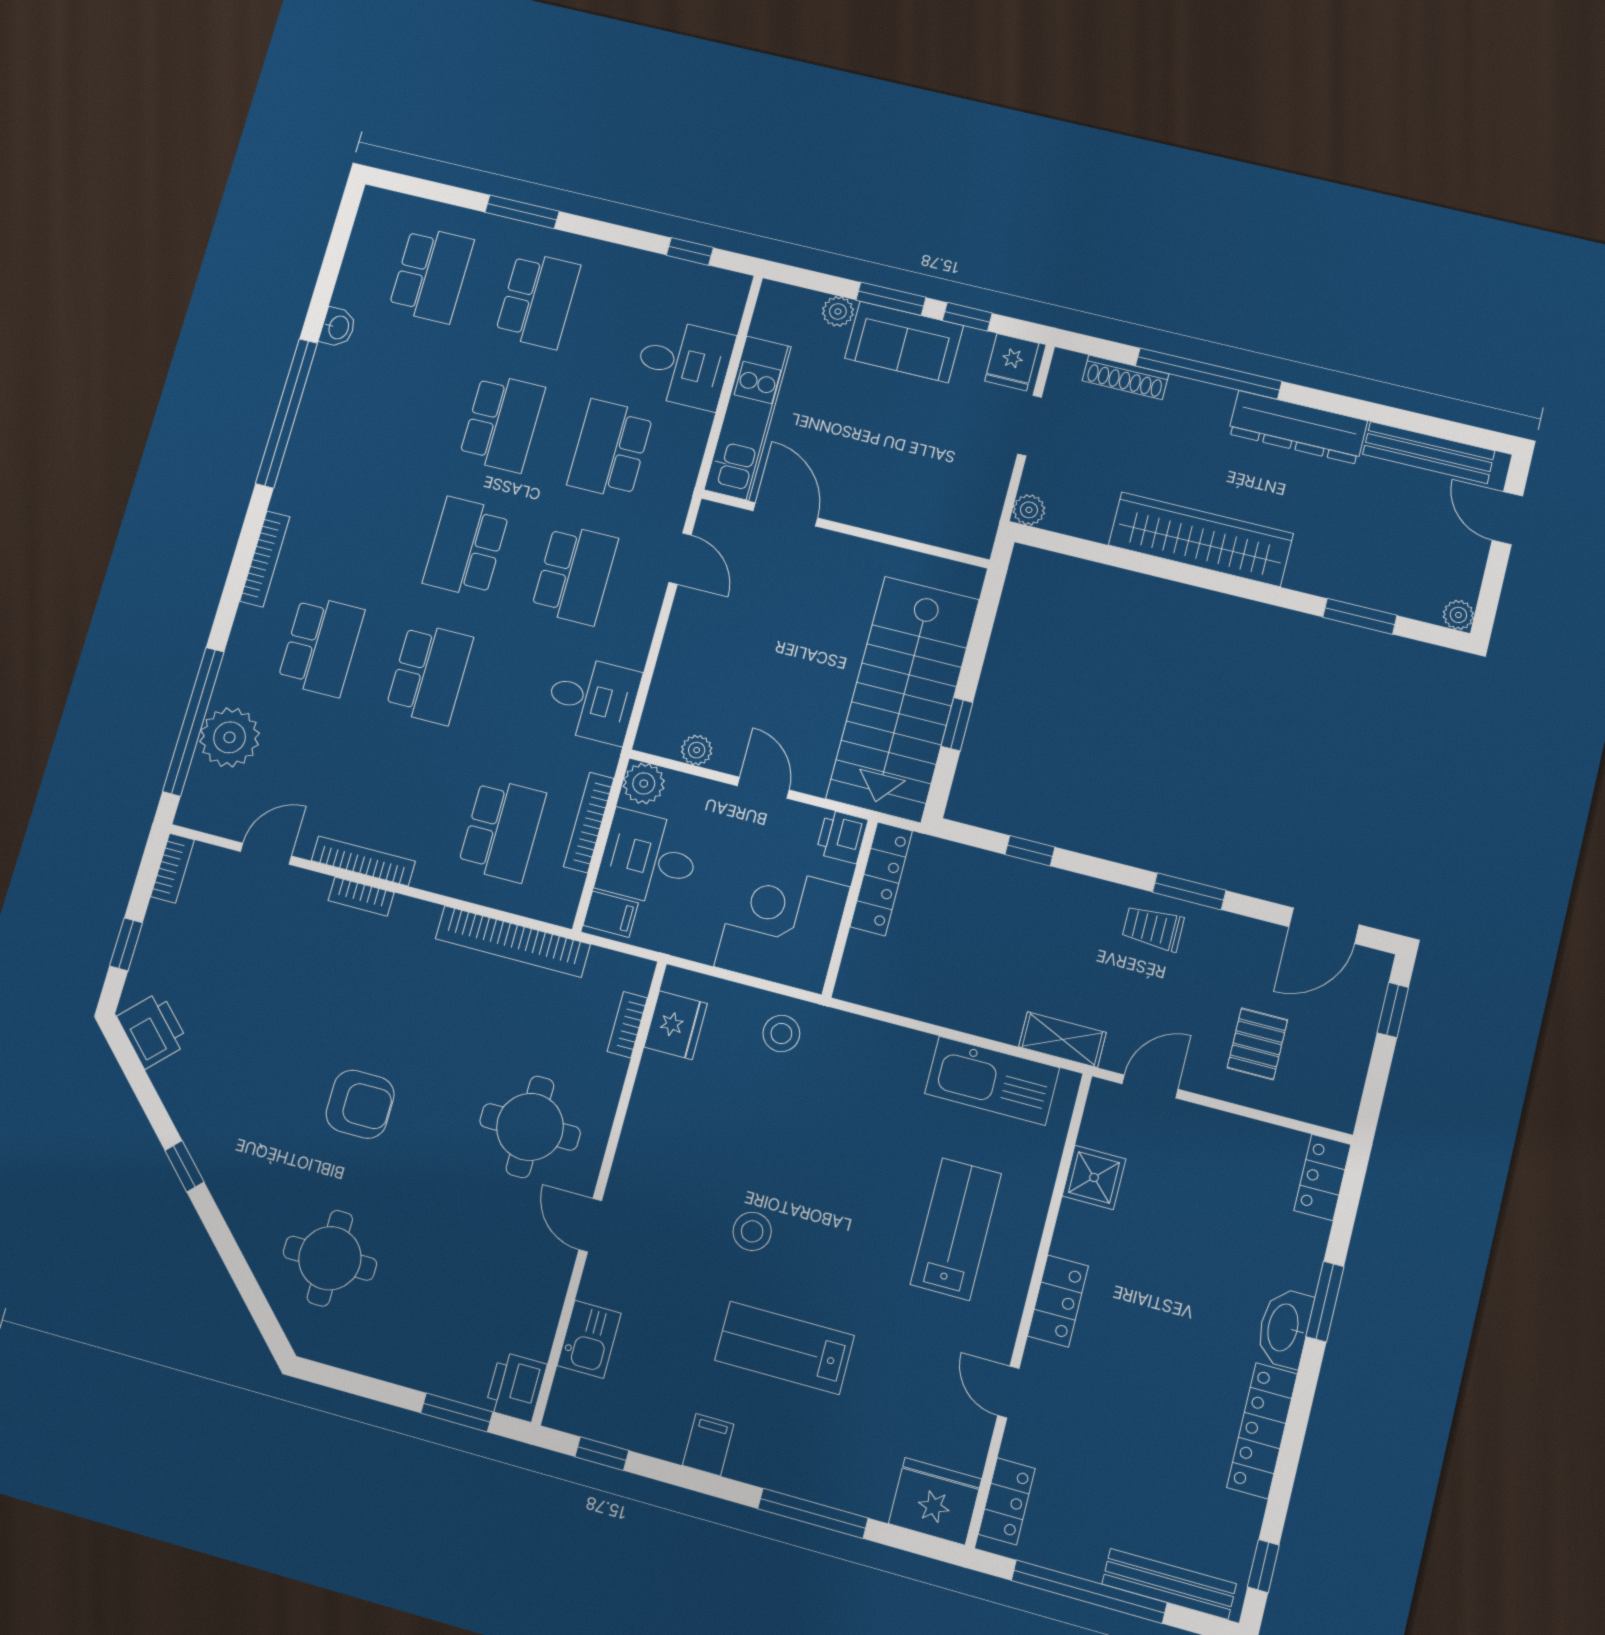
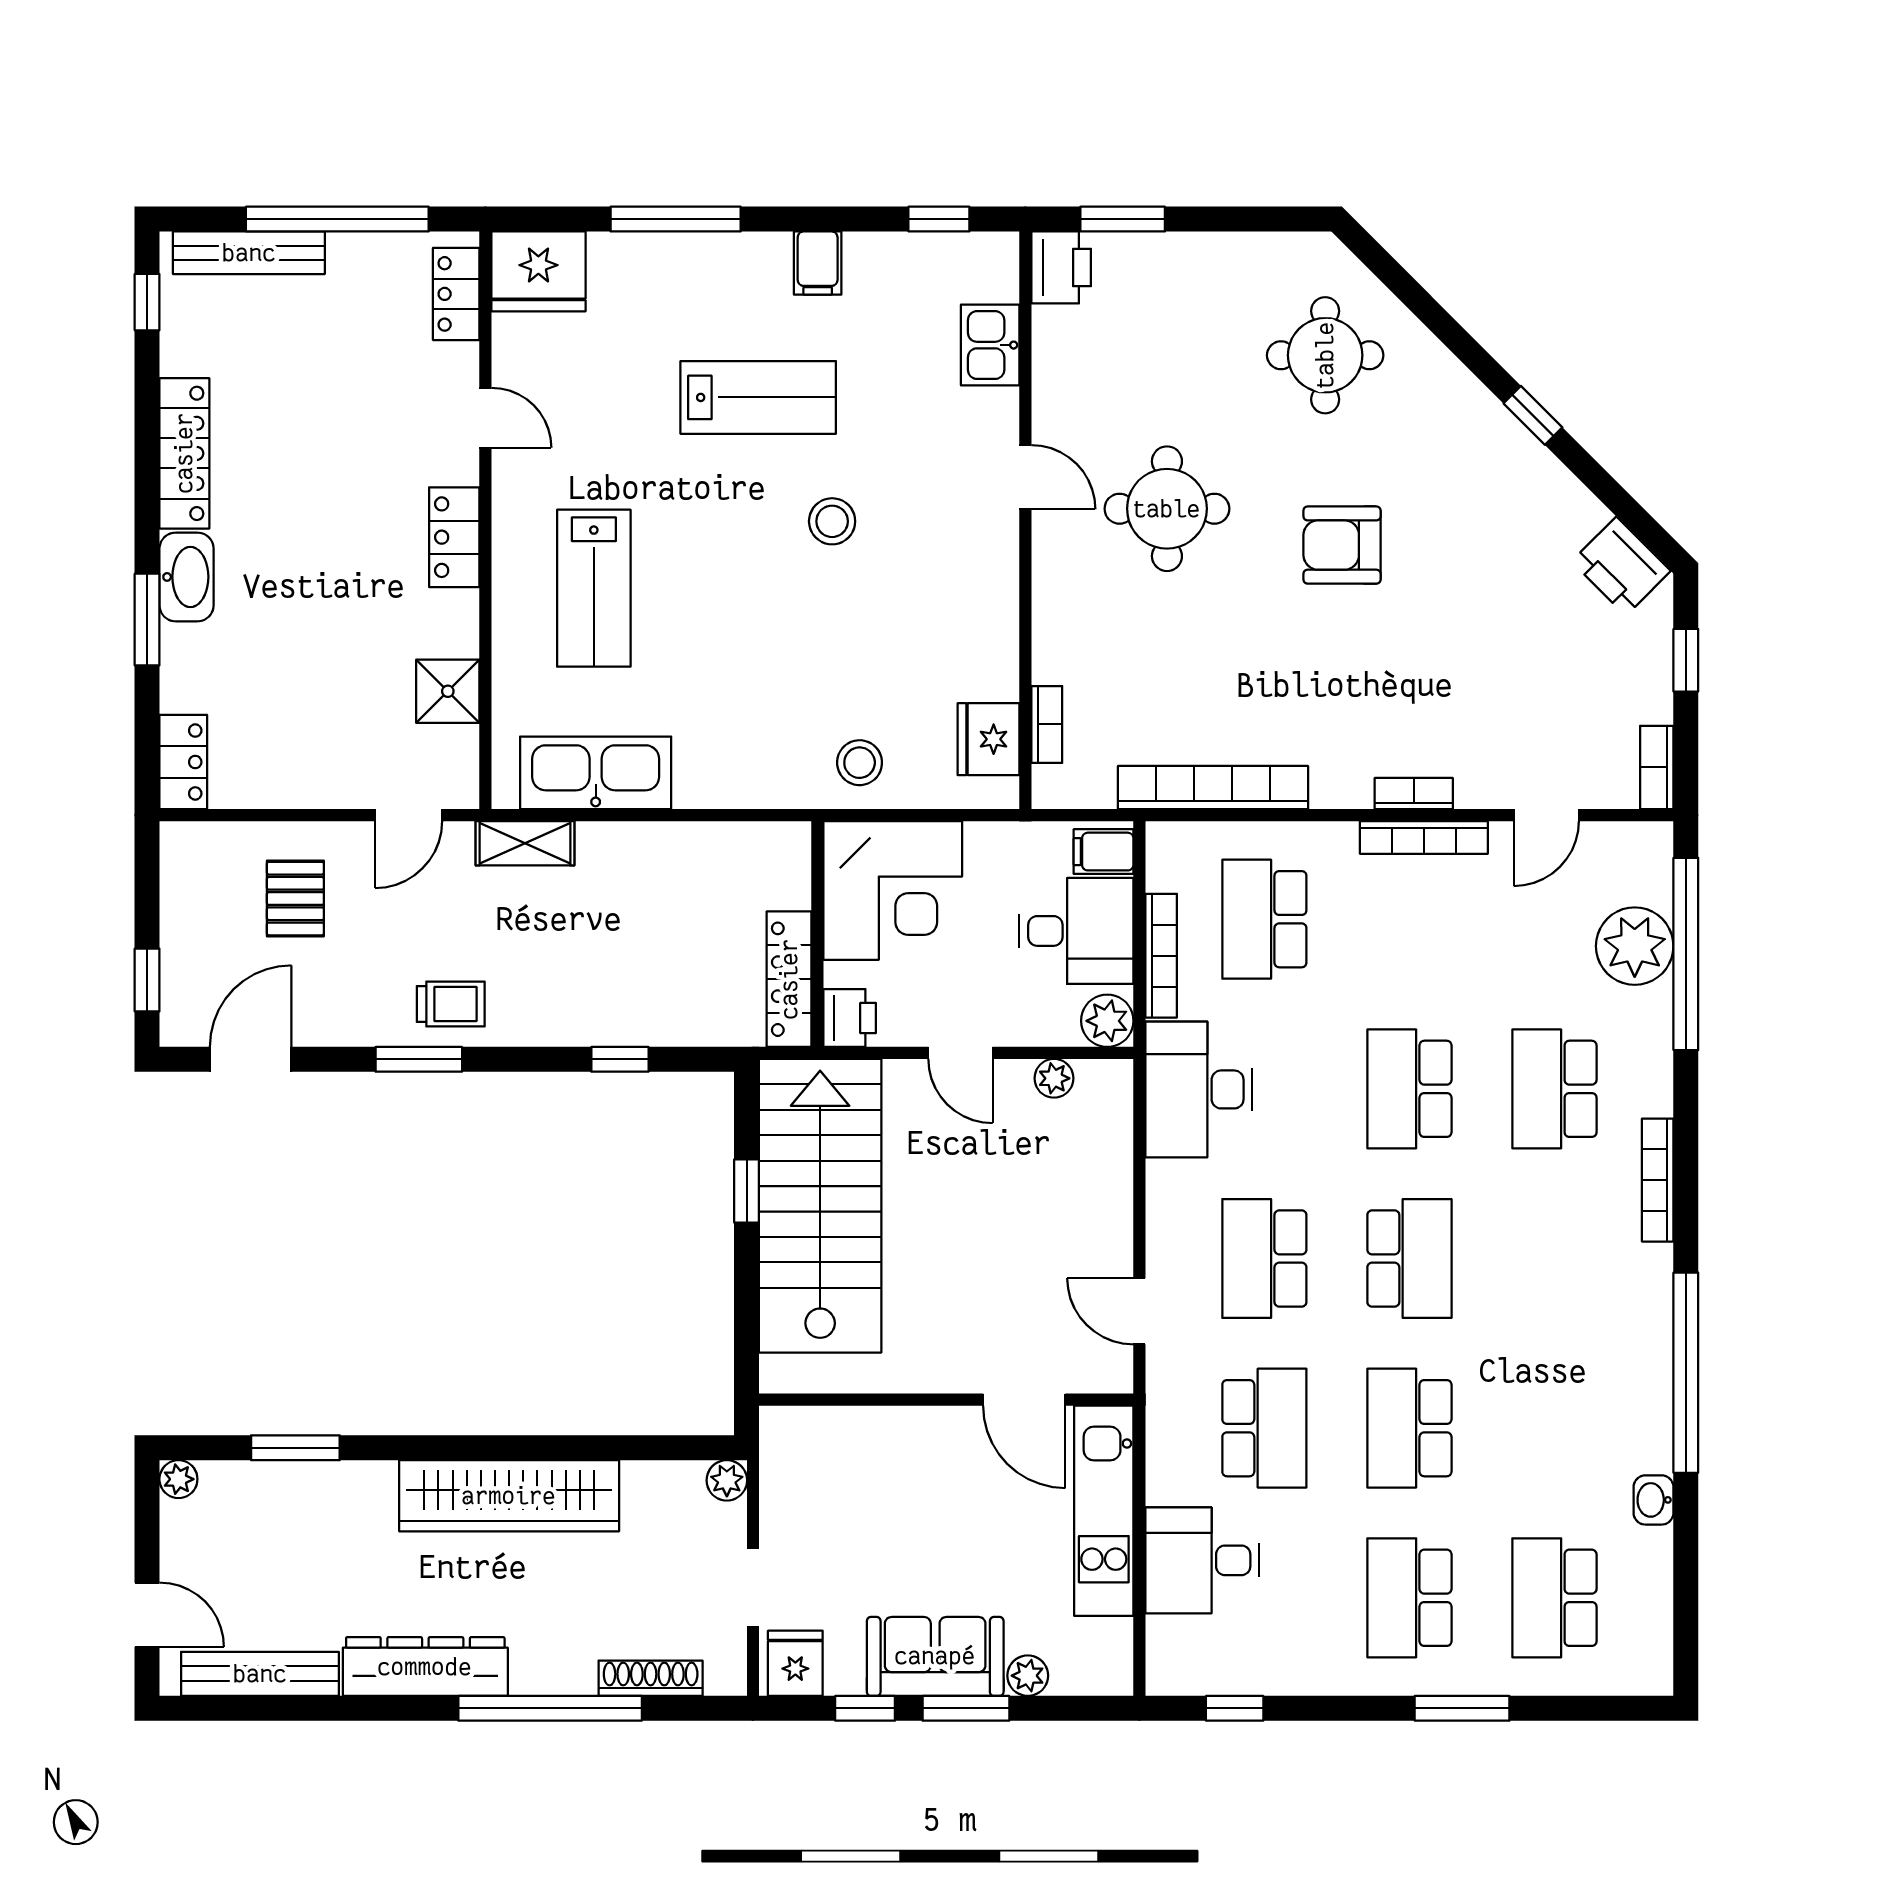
desk: (592, 700) -> (1199, 1089), width x1.37
round table: (530, 1127) -> (1167, 509), moved

